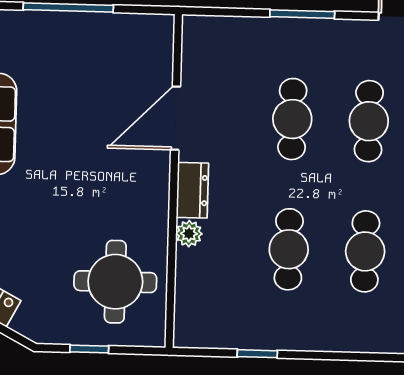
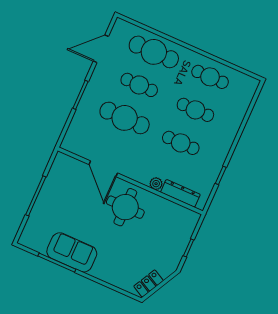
cafe table: (292, 119) -> (125, 118), width x1.37, depth x1.35
dresser: (192, 190) -> (180, 193), moved, width x1.44
round table: (115, 282) -> (125, 207), moved

